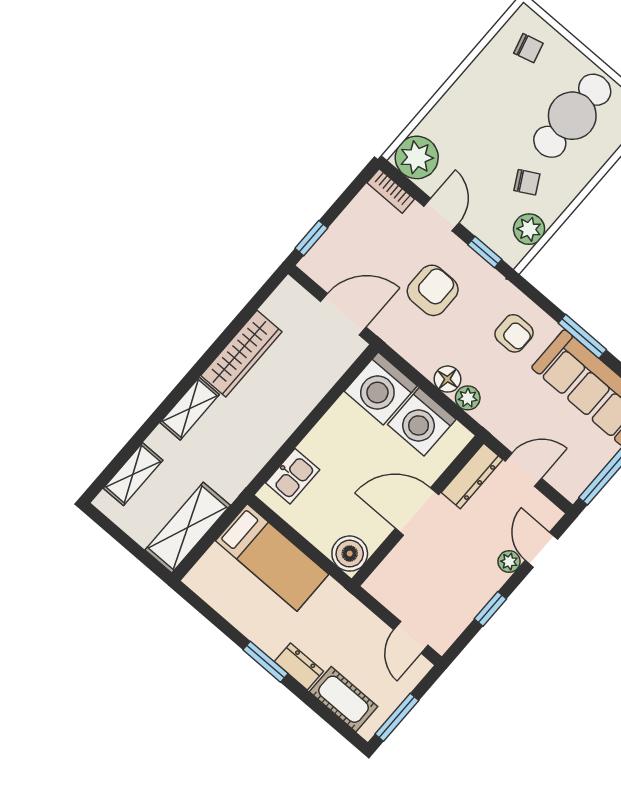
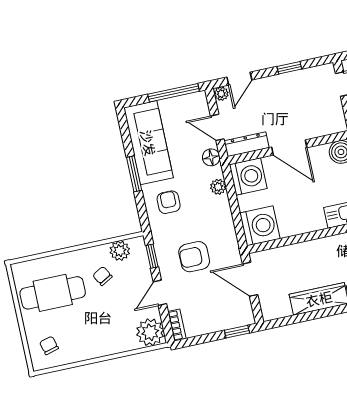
floor lamp: (447, 379) -> (211, 157), moved
washing machine: (422, 422) -> (248, 177), moved
plant: (509, 562) -> (221, 94), moved

